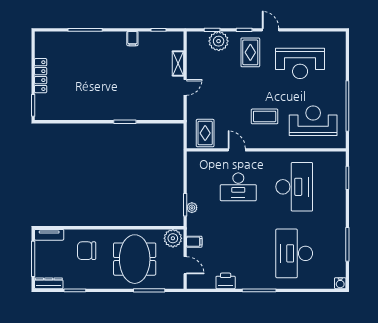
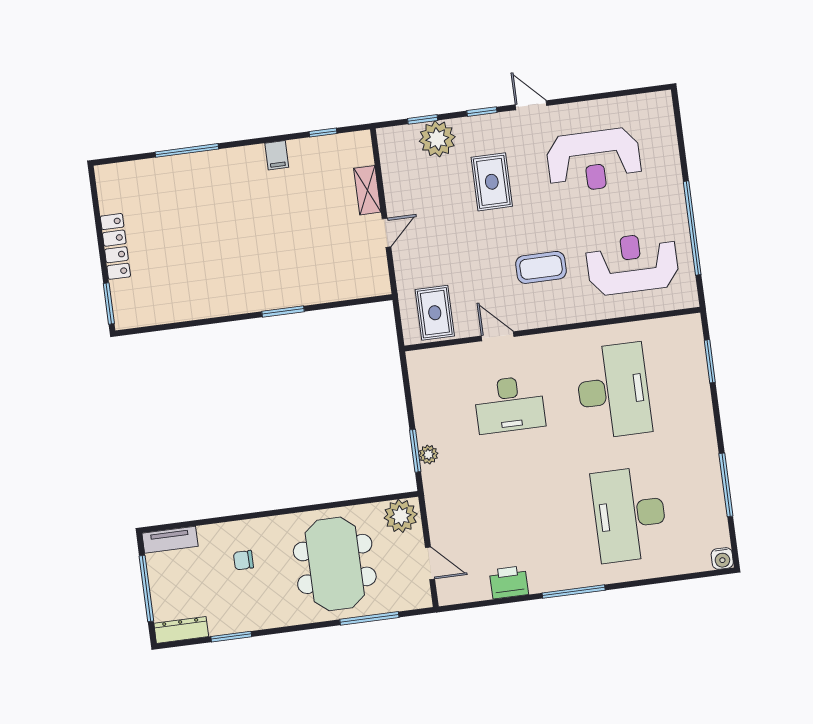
rug: (250, 52) -> (492, 182), moved
filing cabinet: (194, 242) -> (441, 517), removed
chair: (87, 251) -> (243, 560), width x0.54, depth x0.54

